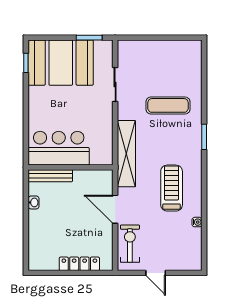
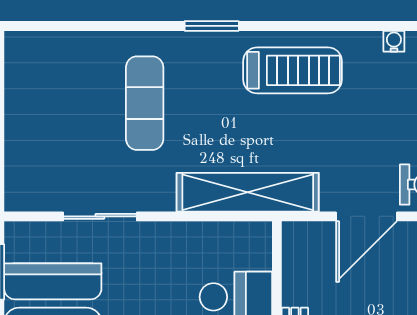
treadmill: (172, 188) -> (293, 70), moved, turned 180

